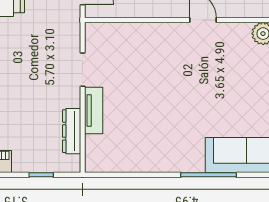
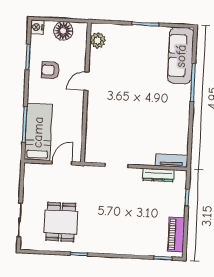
tv unit: (94, 110) -> (171, 161), moved

